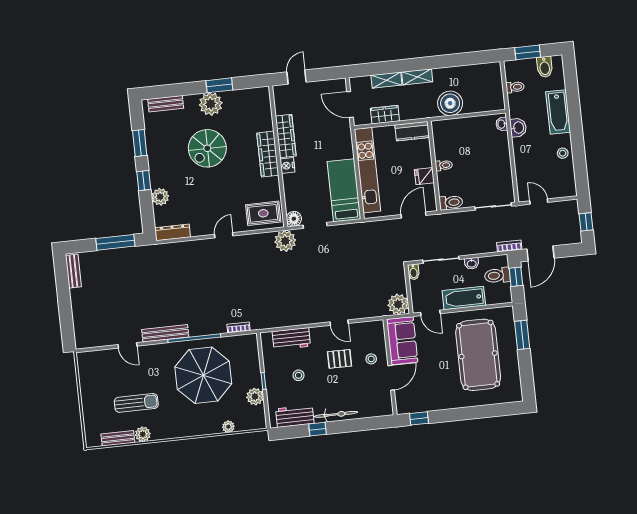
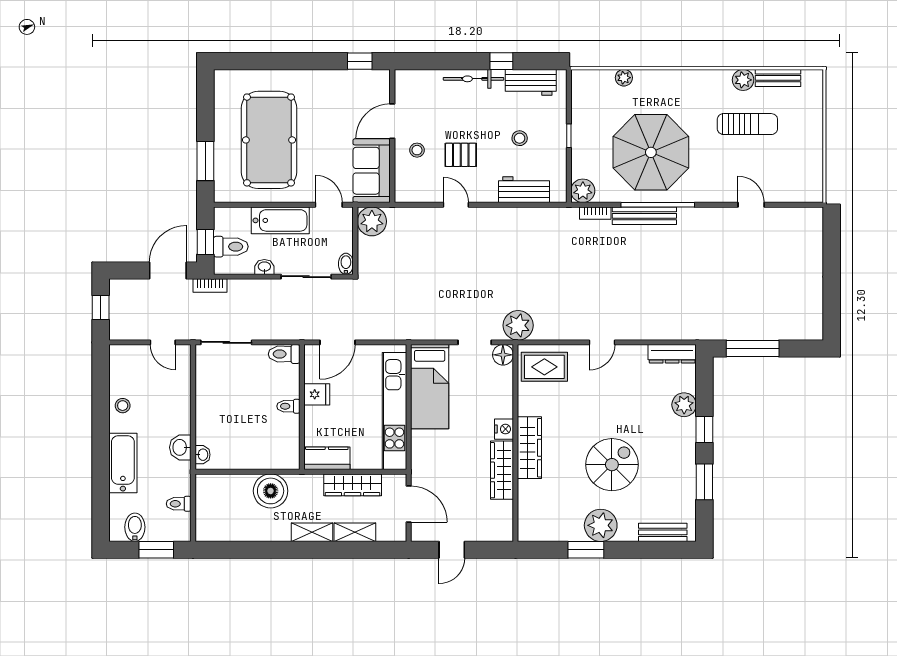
door: (297, 77) -> (452, 550), moved
wardrobe: (385, 115) -> (353, 485), width x1.50
bench: (73, 271) -> (815, 315), removed
bench: (165, 333) -> (644, 216), moved
plant: (255, 397) -> (583, 191), moved
sun lounger: (136, 403) -> (747, 124), turned 180

